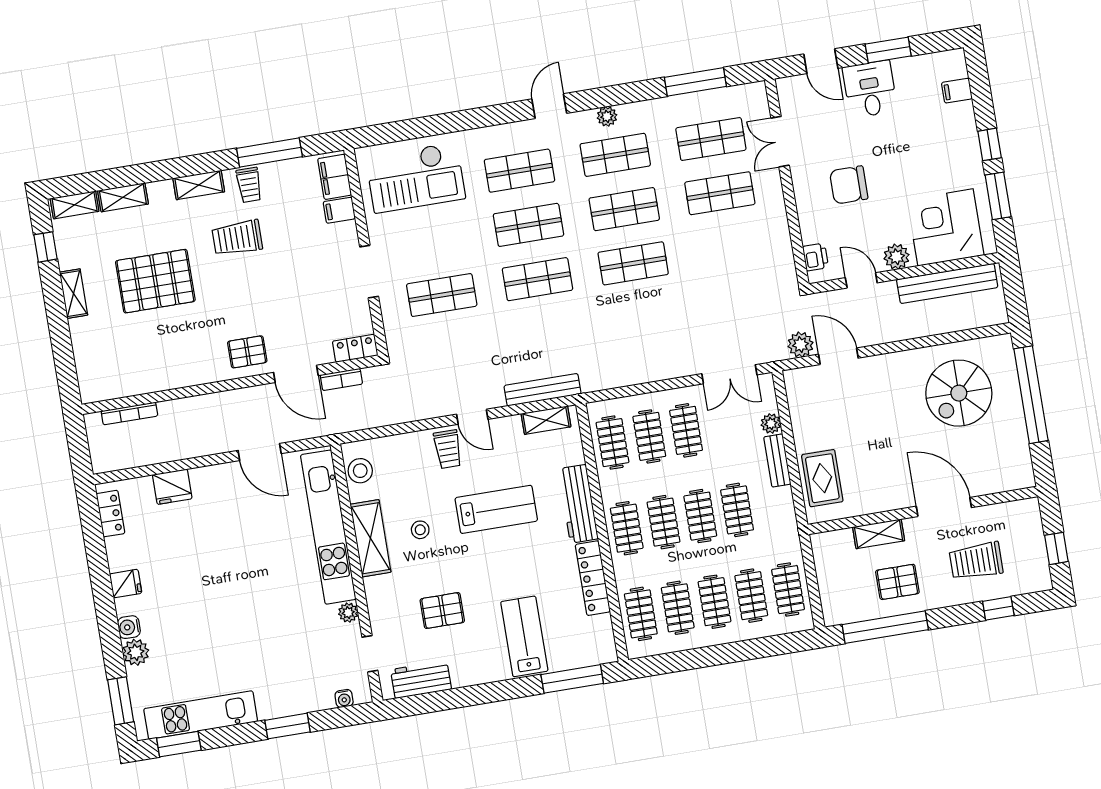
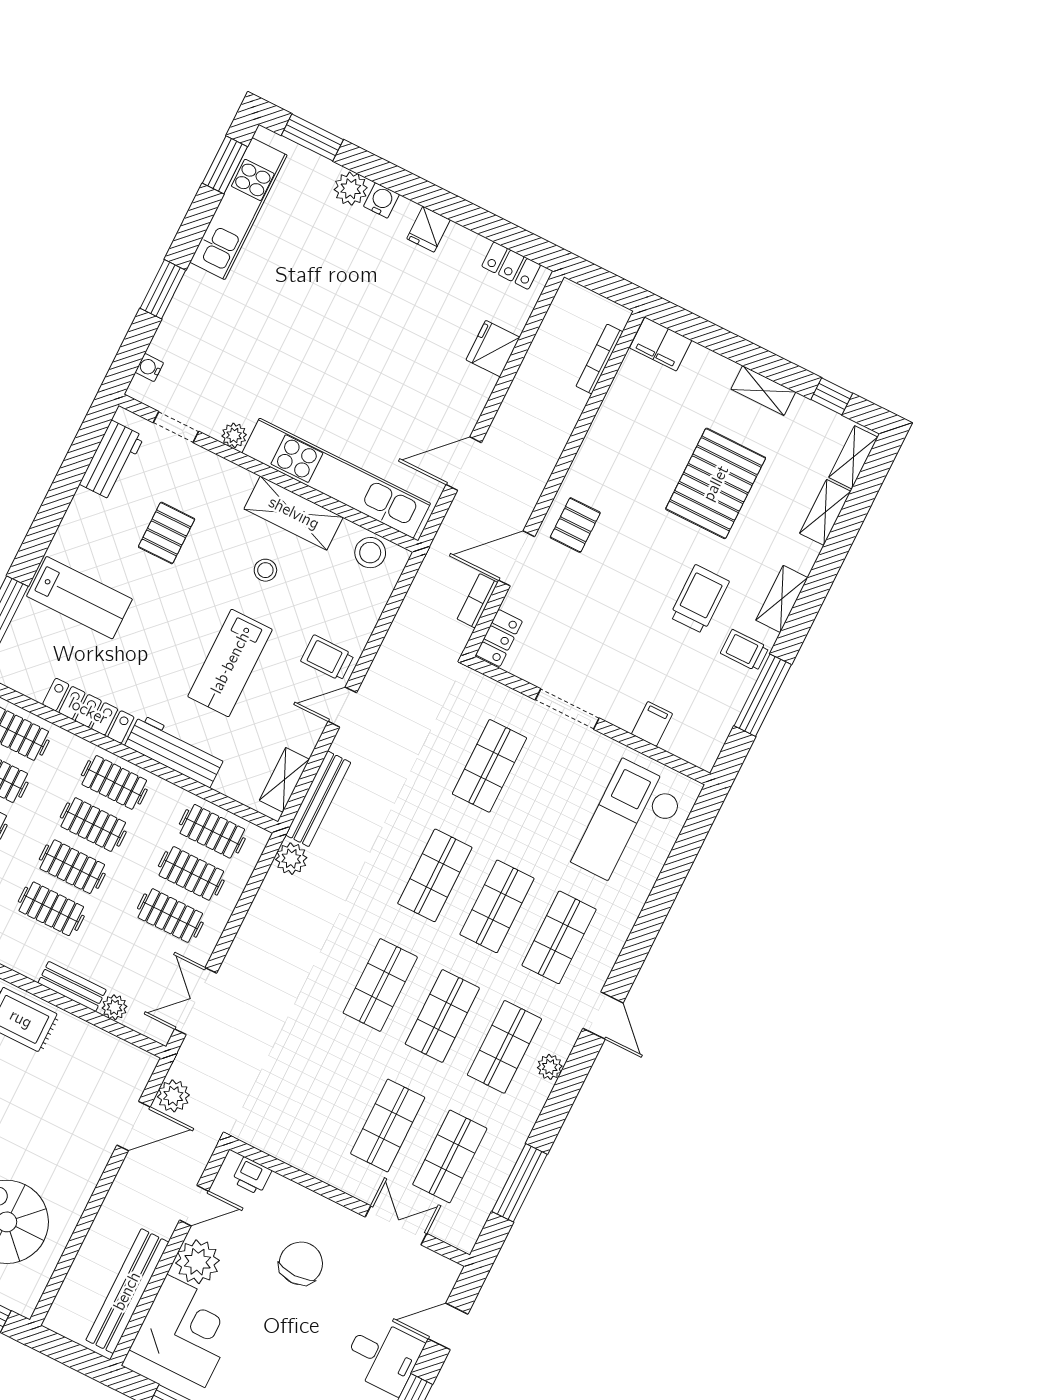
filing cabinet: (335, 177) -> (661, 344), moved, turned 180
plant: (896, 257) -> (197, 1262), width x1.36, depth x1.36
plant: (593, 379) -> (291, 859), added

